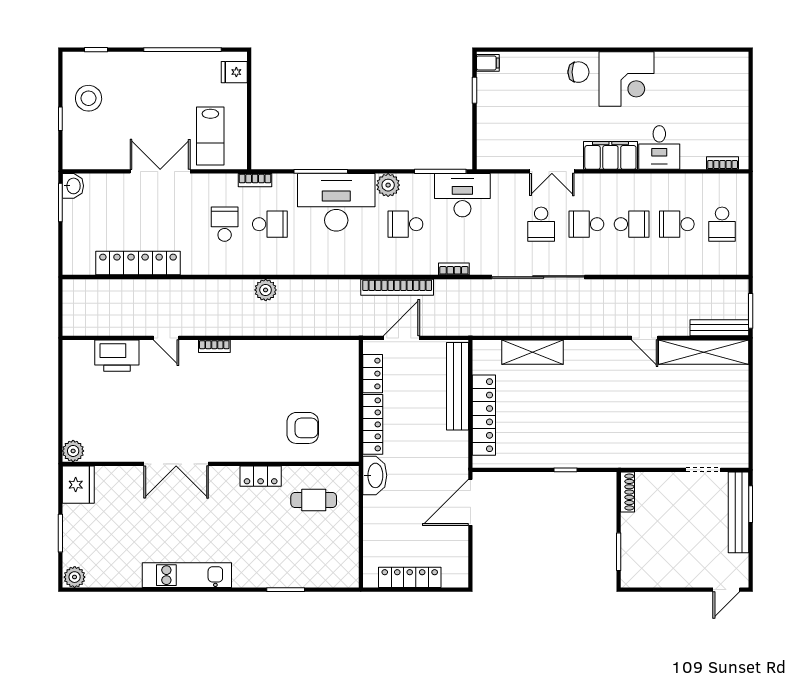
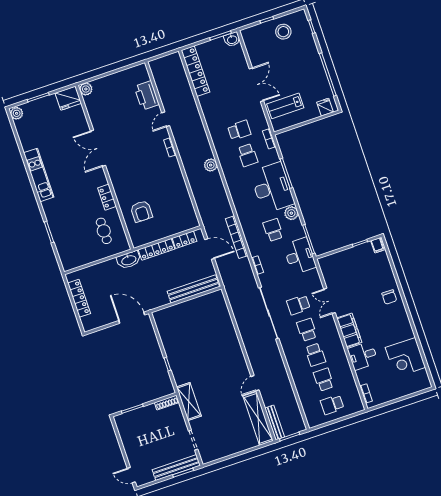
corner desk: (626, 79) -> (405, 357), moved
locker: (138, 263) -> (195, 71), moved
shelving: (533, 352) -> (189, 402), moved
locker: (484, 415) -> (182, 309), removed

